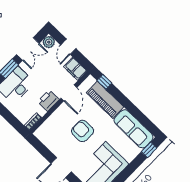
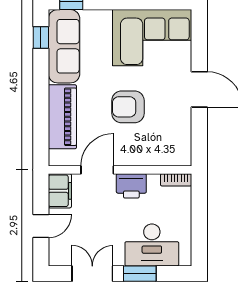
plant: (49, 42) -> (59, 256), removed
window: (104, 82) -> (41, 38), moved
armchair: (83, 131) -> (128, 107), turned 90

